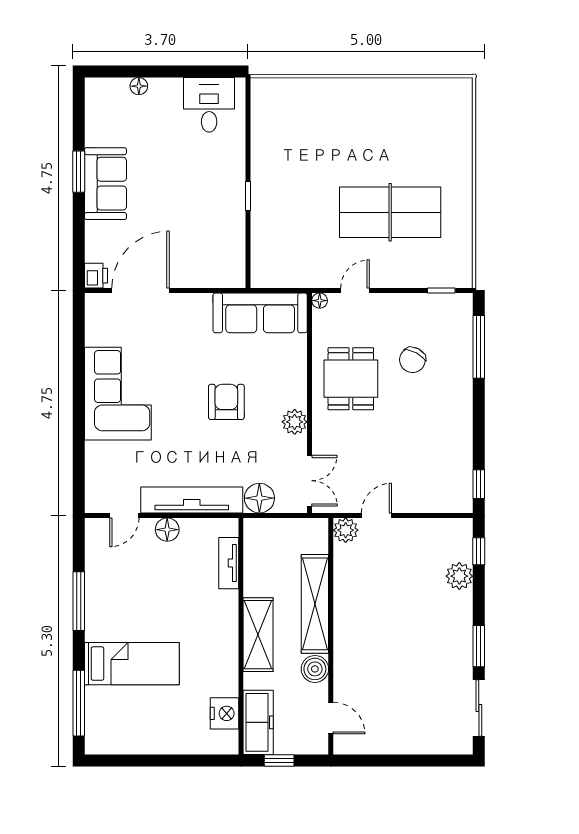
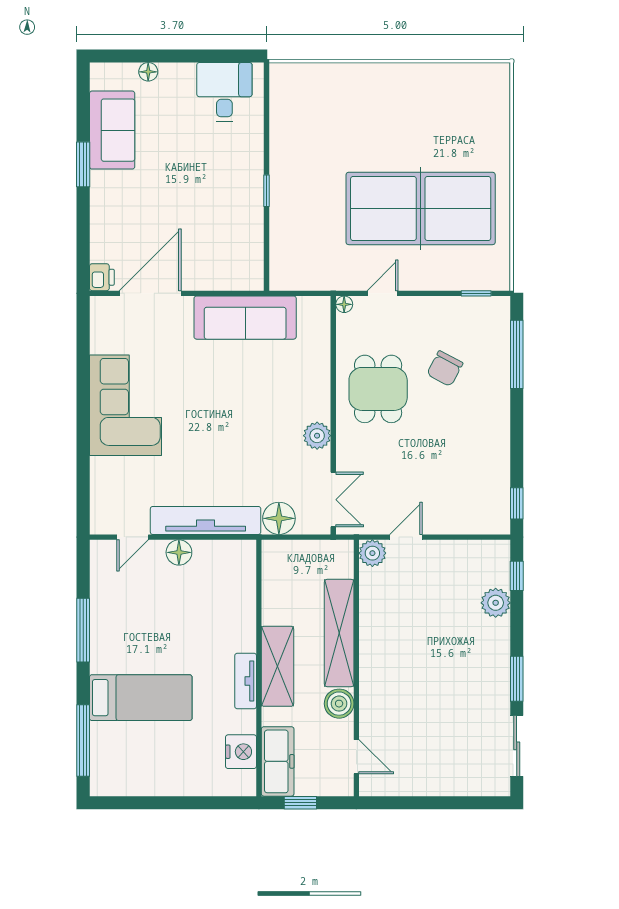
sofa: (105, 184) -> (112, 130), moved
table tennis table: (390, 212) -> (421, 208), width x1.36, depth x1.32
sofa: (260, 313) -> (245, 318), moved
armchair: (226, 402) -> (243, 414), removed
tv unit: (229, 563) -> (246, 681), moved

